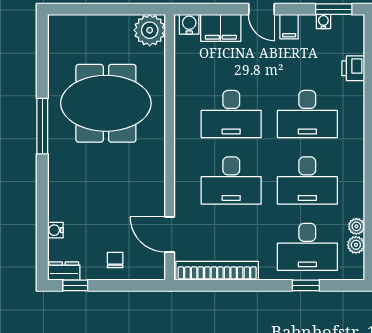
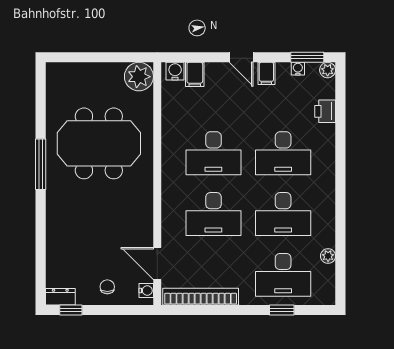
filing cabinet: (221, 28) -> (195, 74), width x0.50
water cooler: (55, 230) -> (146, 291), moved, turned 180
plant: (356, 245) -> (328, 70), moved

